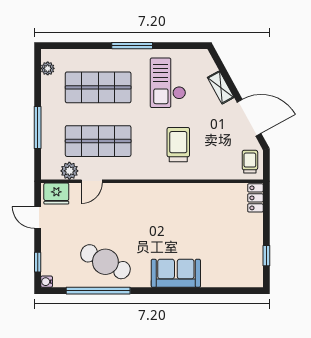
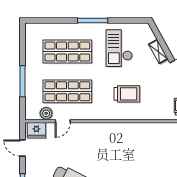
plant: (48, 68) -> (30, 37), removed
trolley: (178, 145) -> (127, 94), turned 90

